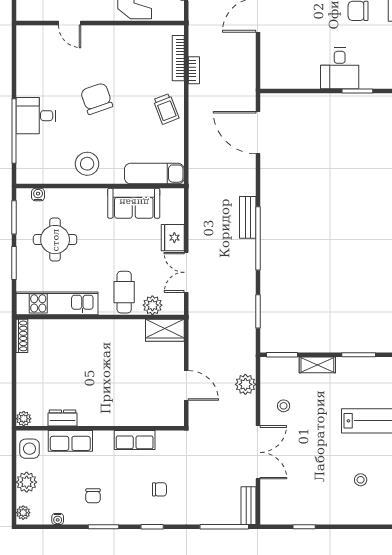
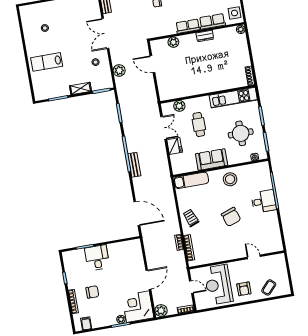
sofa: (134, 203) -> (212, 160), moved
cafe table: (124, 292) -> (199, 124), moved
wardrobe: (165, 330) -> (170, 93), removed
plant: (144, 417) -> (173, 42), added
dresser: (63, 418) -> (205, 36), moved
row of seats: (135, 440) -> (188, 26), moved

